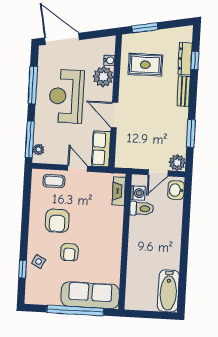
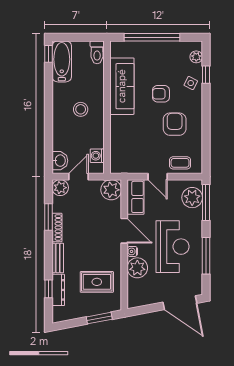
water cooler: (109, 60) -> (132, 251), moved
shoe rack: (183, 122) -> (57, 227), added
plant: (38, 150) -> (192, 198), width x1.88, depth x1.88
plant: (125, 158) -> (111, 190), added
fireplace: (119, 191) -> (116, 156), removed
toilet: (142, 209) -> (97, 52), moved, turned -90
stool: (152, 241) -> (81, 109), added
armchair: (69, 252) -> (161, 94), turned -90
plant: (31, 288) -> (196, 57), added
sofa: (90, 295) -> (122, 86), moved, turned -90
window: (182, 299) -> (48, 54), added

